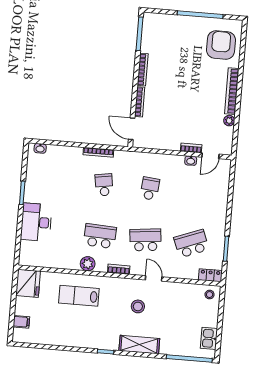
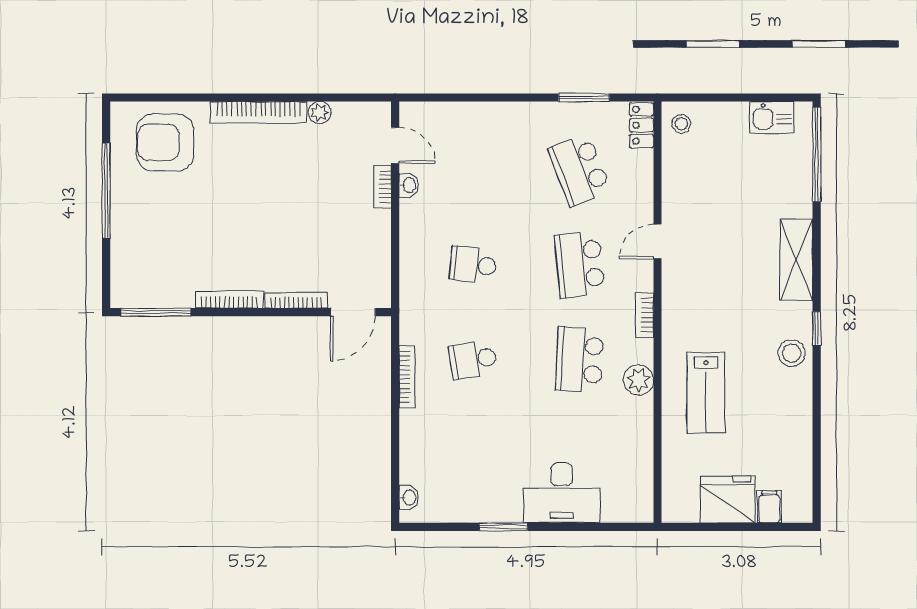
fridge: (28, 283) -> (728, 500), moved
stool: (138, 306) -> (792, 353), moved

